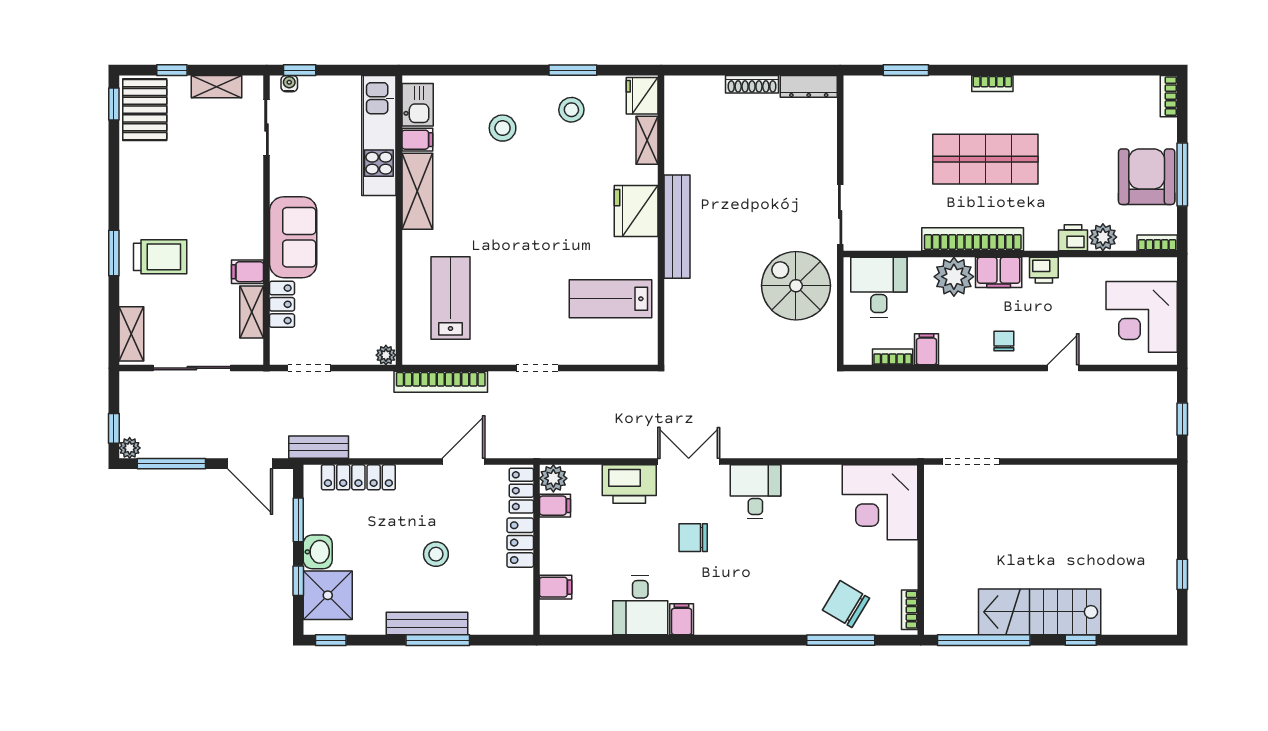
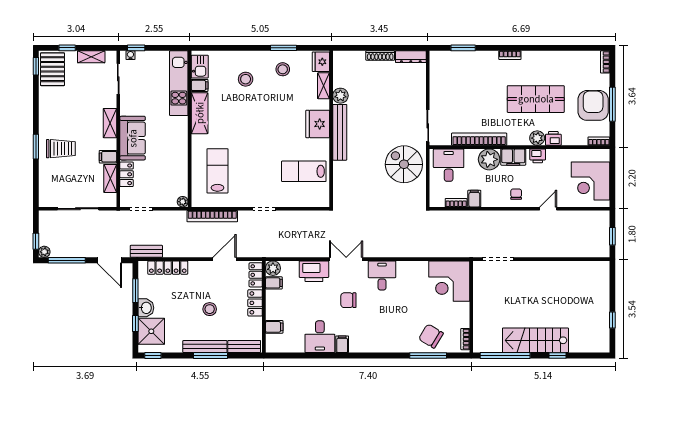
plant: (678, 159) -> (340, 96), added
shop shelf: (985, 159) -> (536, 99), moved
plant: (1103, 237) -> (537, 138), moved
bookcase: (973, 239) -> (479, 139), moved
shelving: (131, 334) -> (110, 123), moved
bench: (500, 623) -> (244, 346), added

